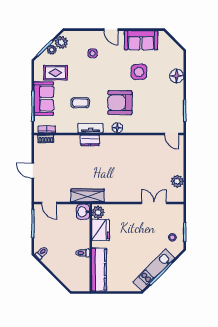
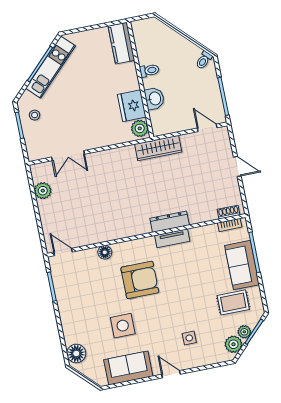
floor lamp: (177, 76) -> (76, 353), moved
coffee table: (80, 103) -> (192, 269), removed
floor lamp: (117, 128) -> (105, 252), moved
dresser: (90, 140) -> (170, 222), width x1.44
washbasin: (83, 212) -> (154, 99), moved
kitchen counter: (99, 270) -> (121, 43), width x0.67

